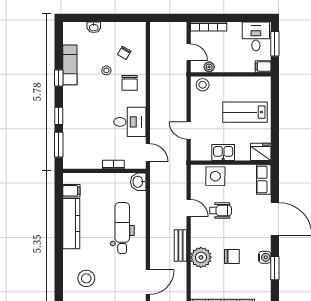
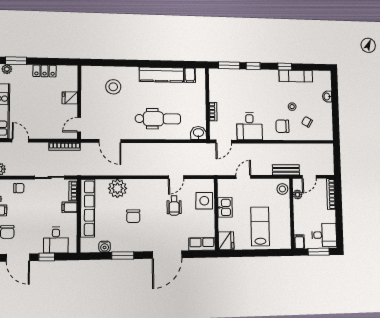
bench: (180, 245) -> (286, 170), moved
plant: (201, 257) -> (117, 188), moved
water cooler: (265, 257) -> (105, 247), moved

